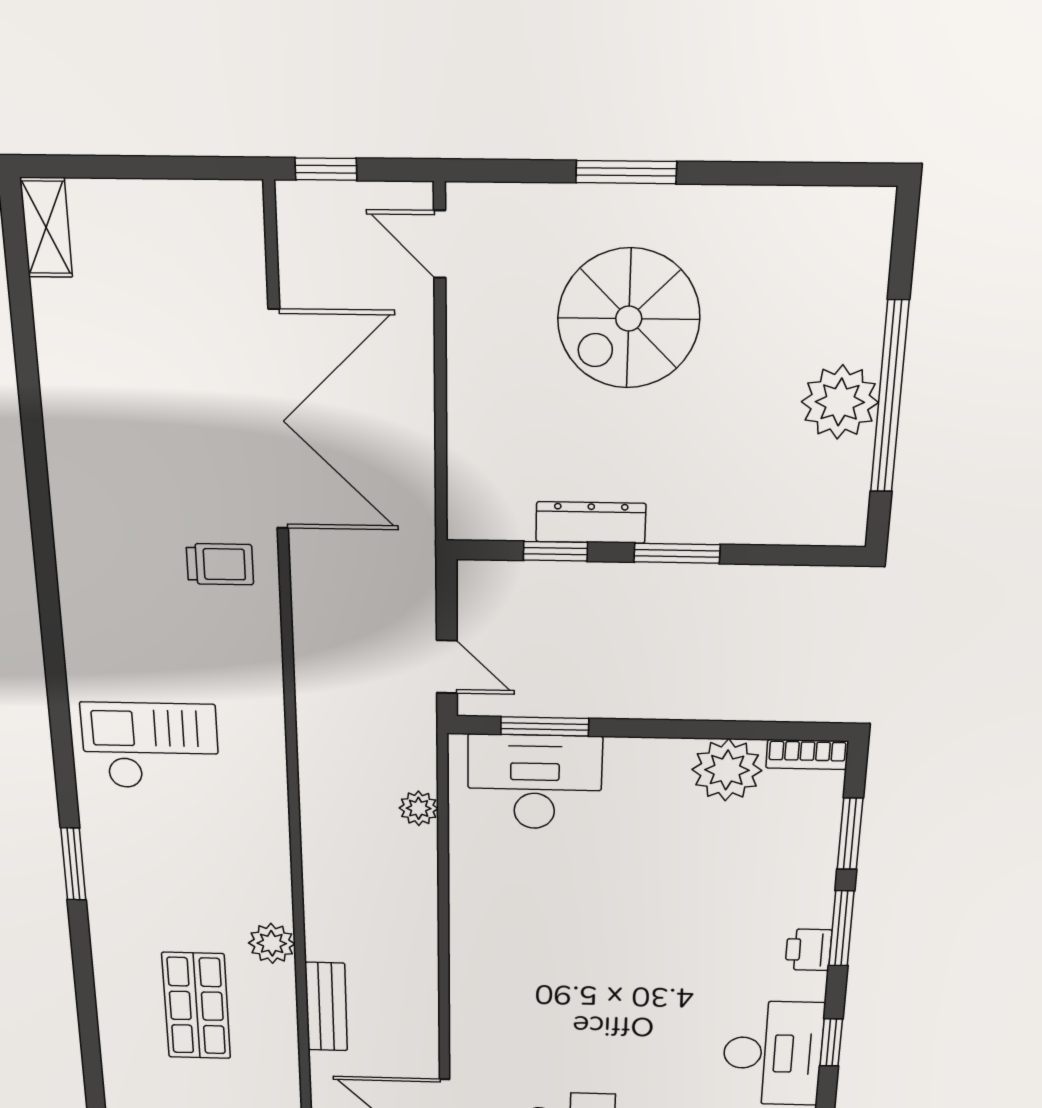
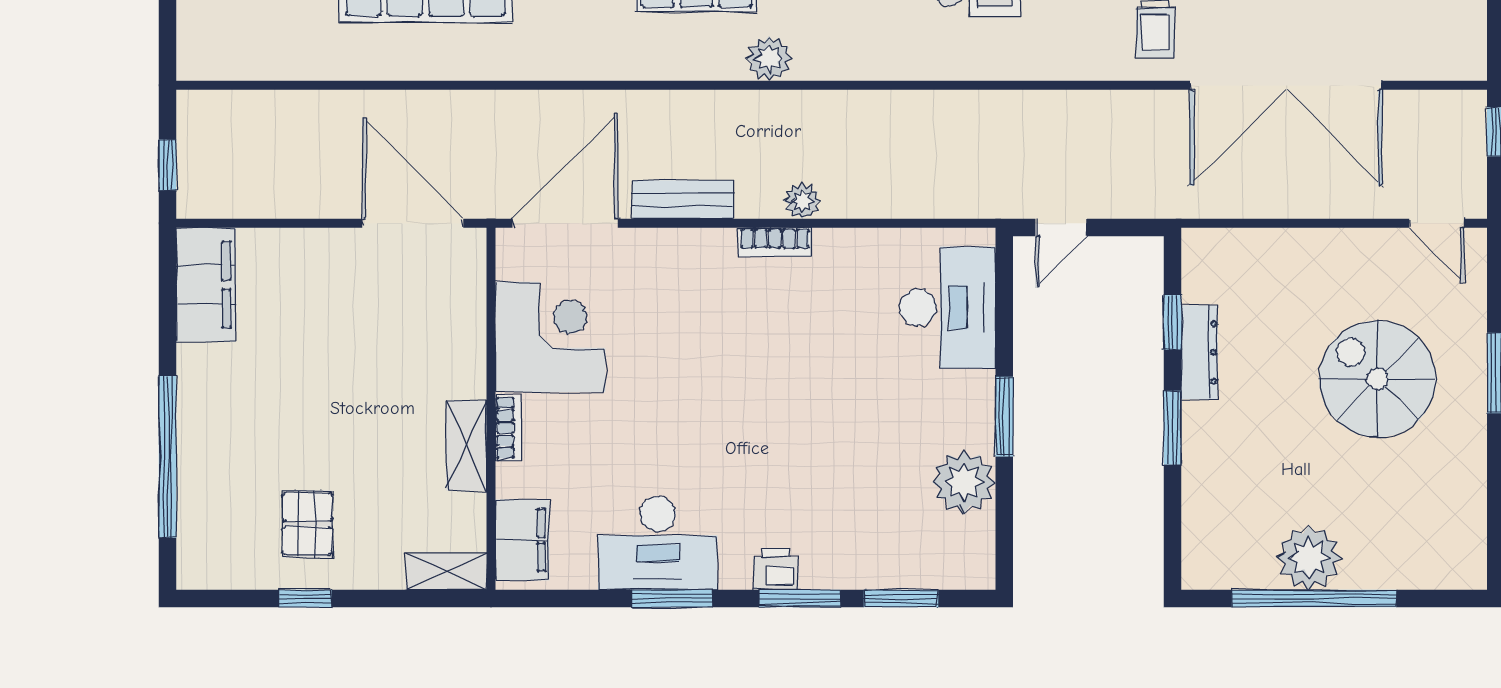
door: (440, 244) -> (1437, 223), swing flipped
window: (545, 726) -> (1004, 417), moved
bookcase: (807, 755) -> (775, 242), moved, turned -90
plant: (419, 808) -> (802, 201), moved
bench: (326, 1007) -> (683, 200), moved
window: (831, 1042) -> (672, 598), width x1.50

